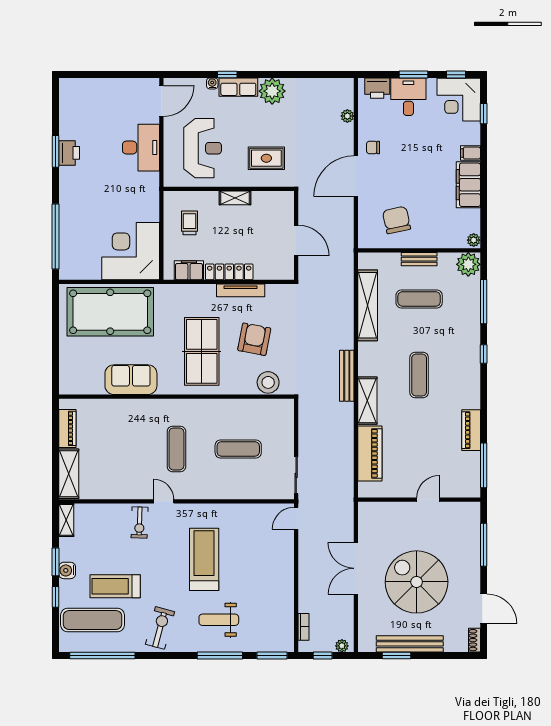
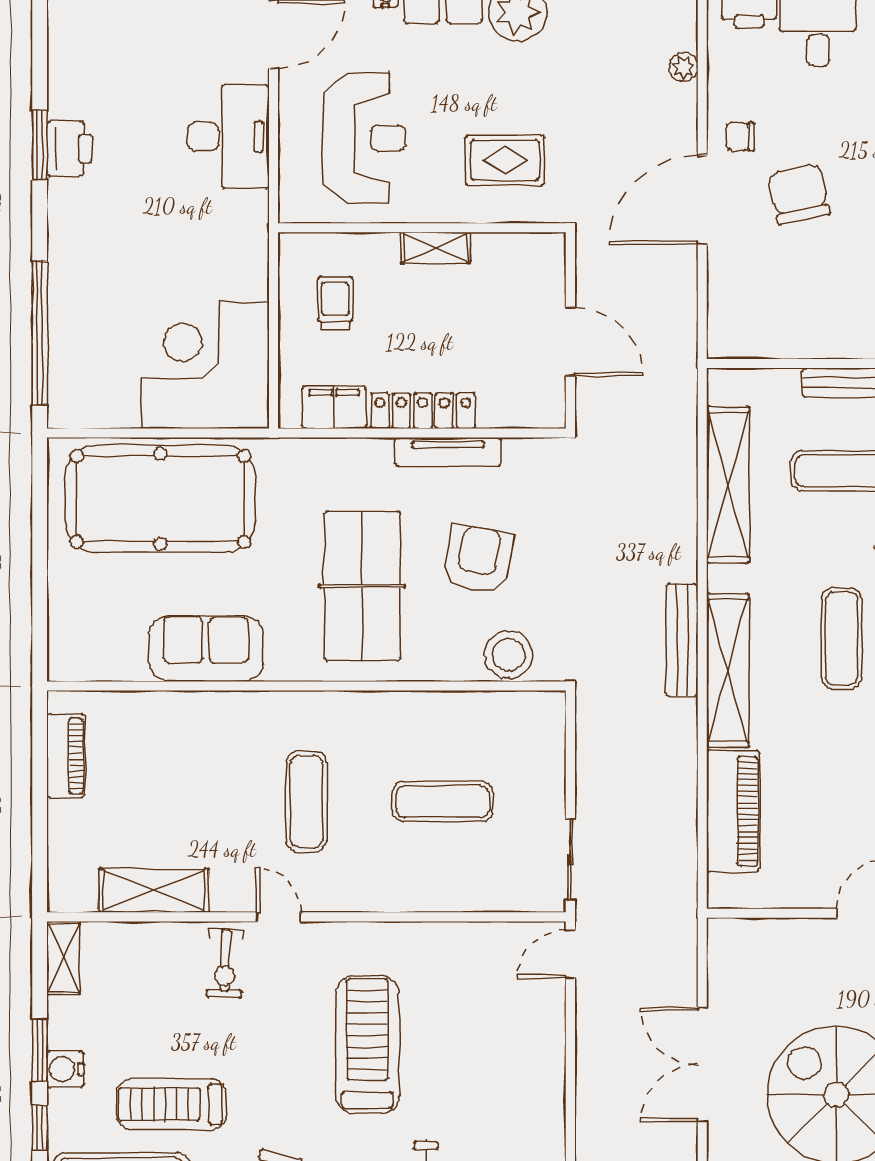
chair: (397, 220) -> (799, 194), moved
shelving: (367, 401) -> (728, 671), width x1.47
shelving: (69, 474) -> (154, 890), moved, turned 90

